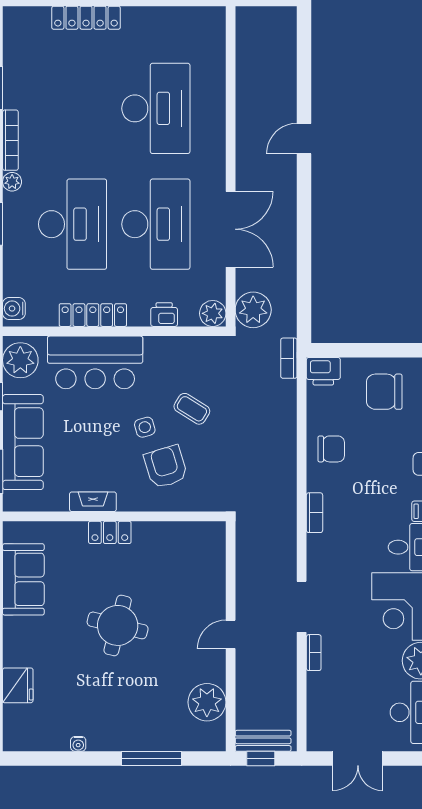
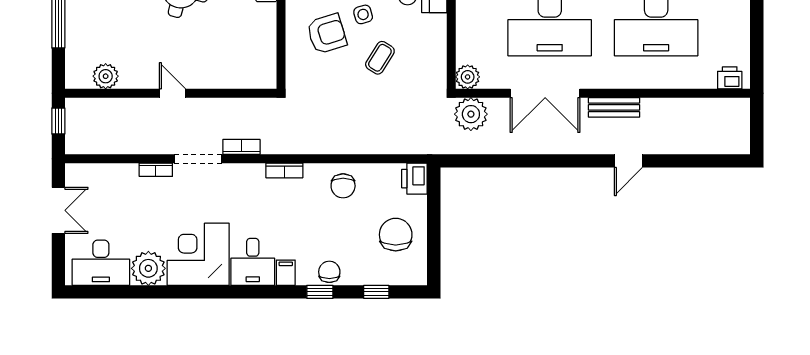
door: (304, 139) -> (628, 161), swing flipped
printer: (164, 315) -> (730, 78), moved, turned -90
bookcase: (289, 358) -> (241, 147), moved
plant: (207, 702) -> (106, 76), width x0.73, depth x0.73
bench: (263, 741) -> (614, 107), moved, turned 90
double door: (358, 759) -> (58, 210), swing flipped

